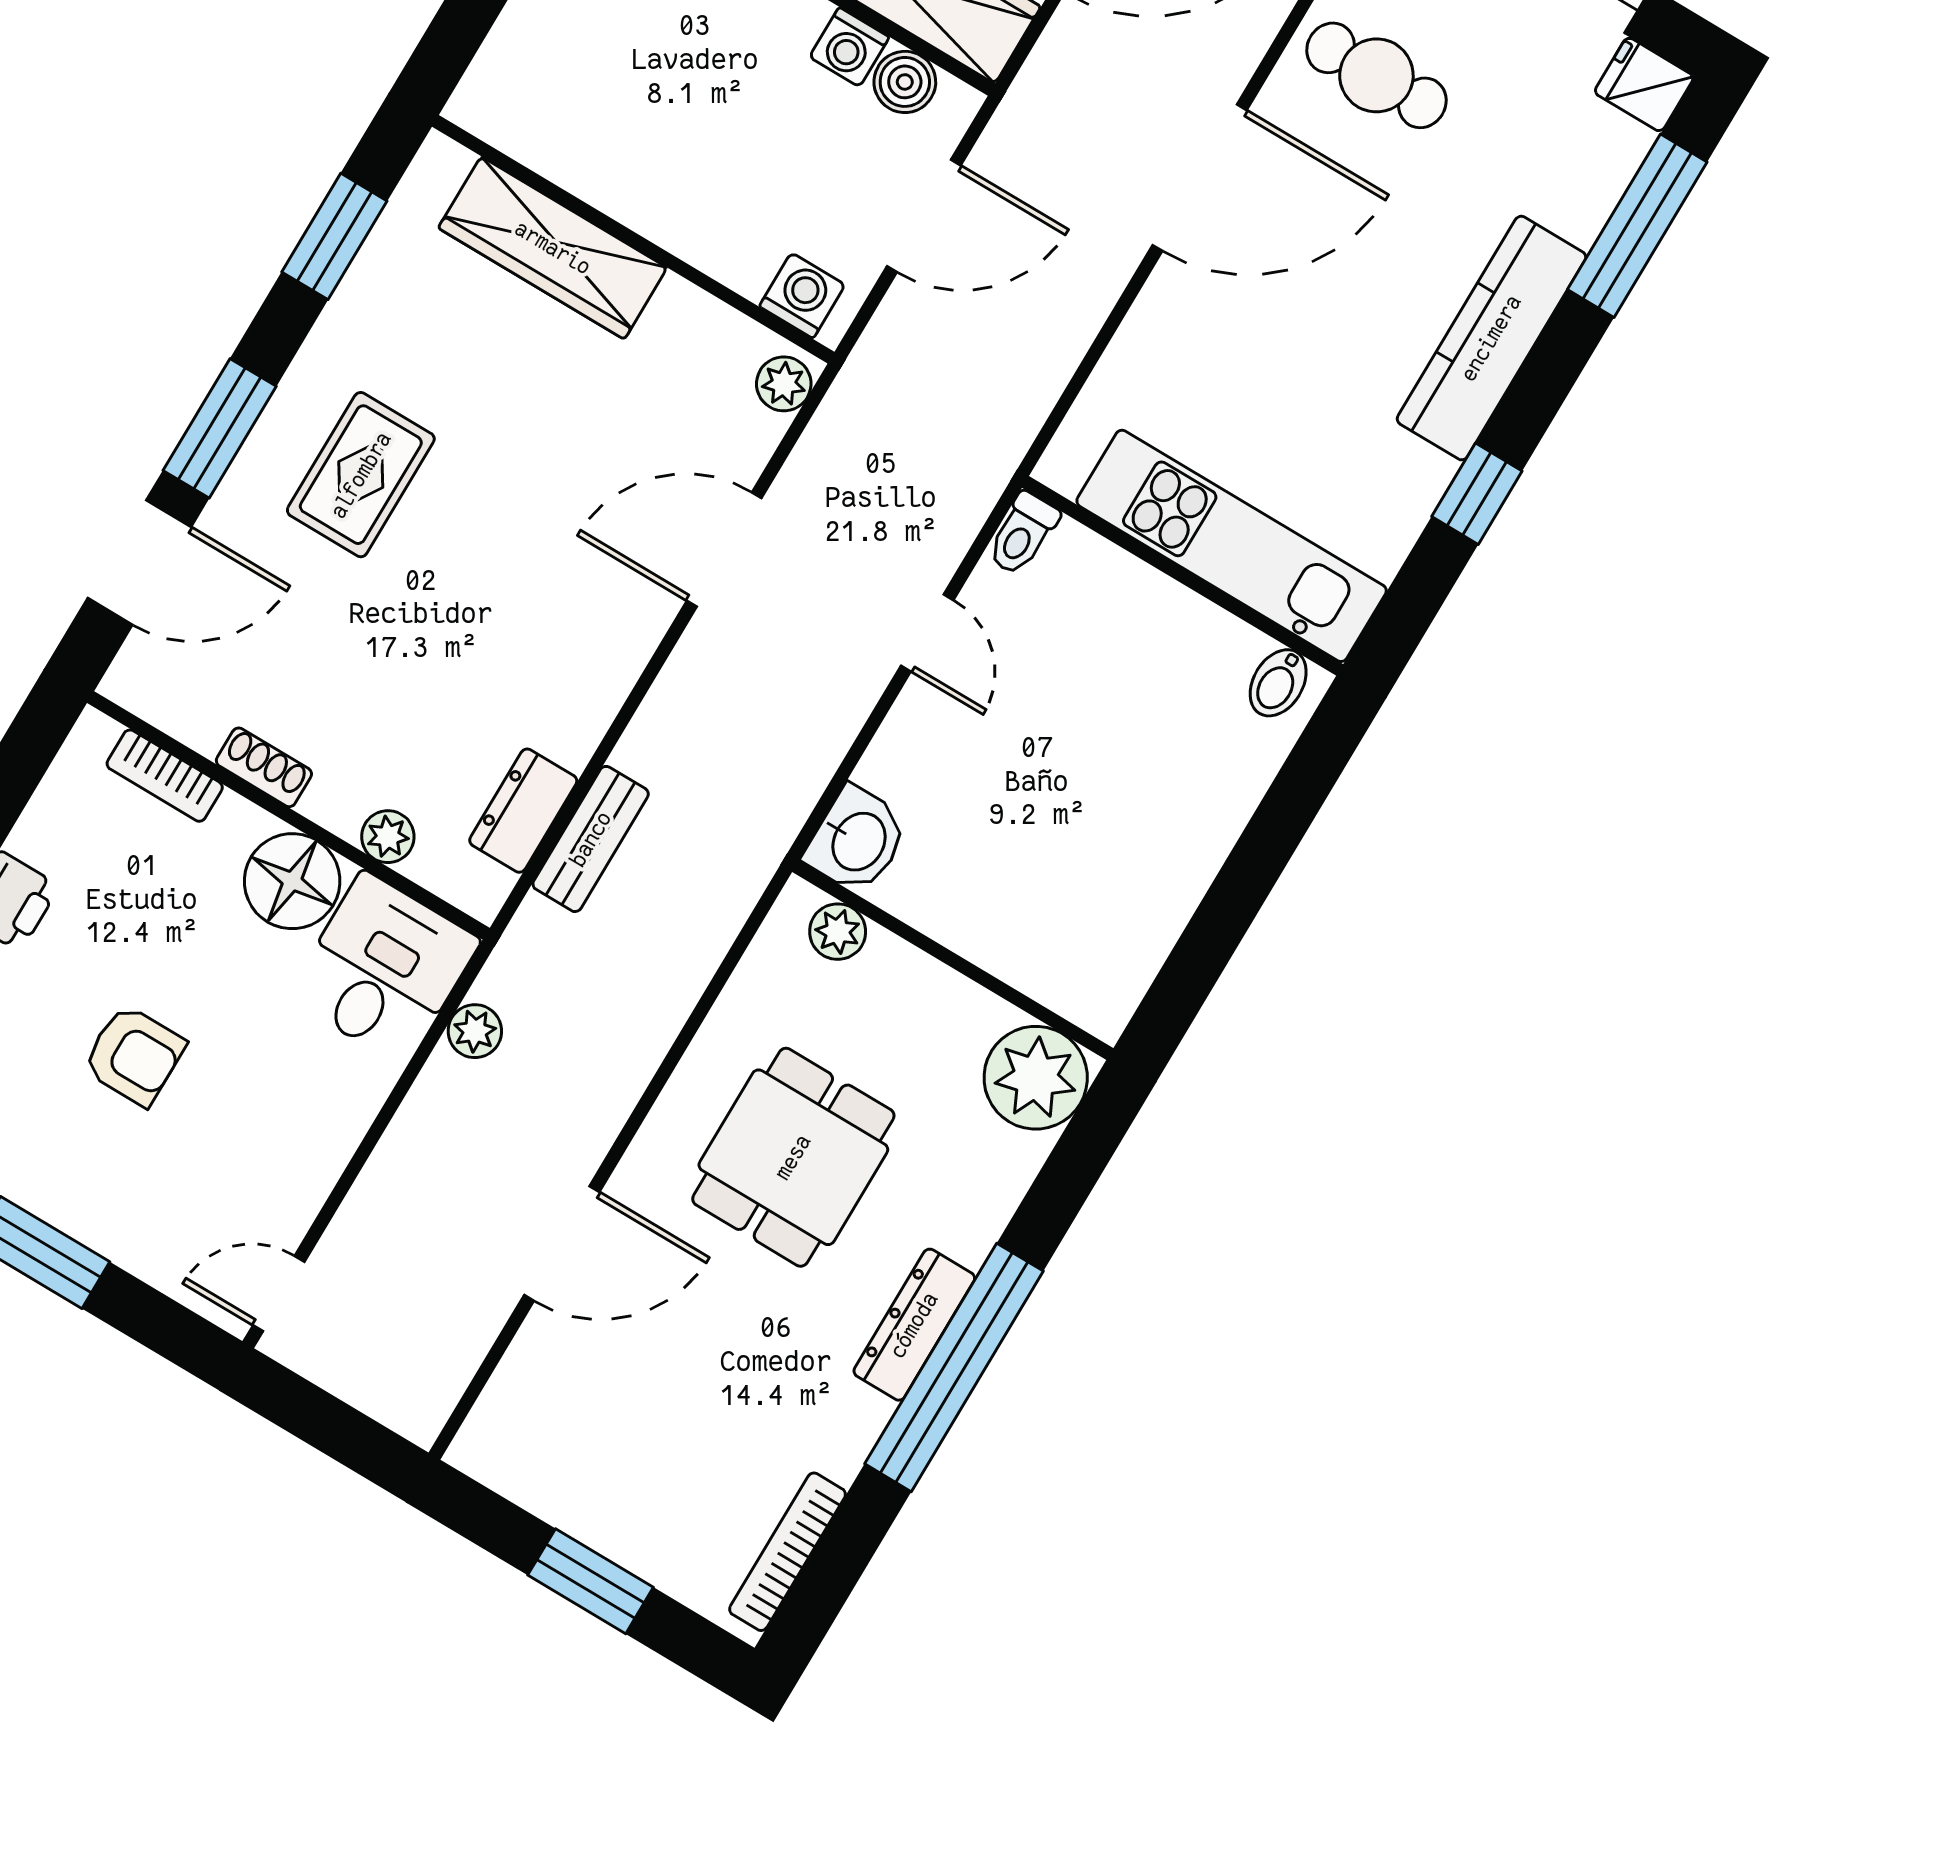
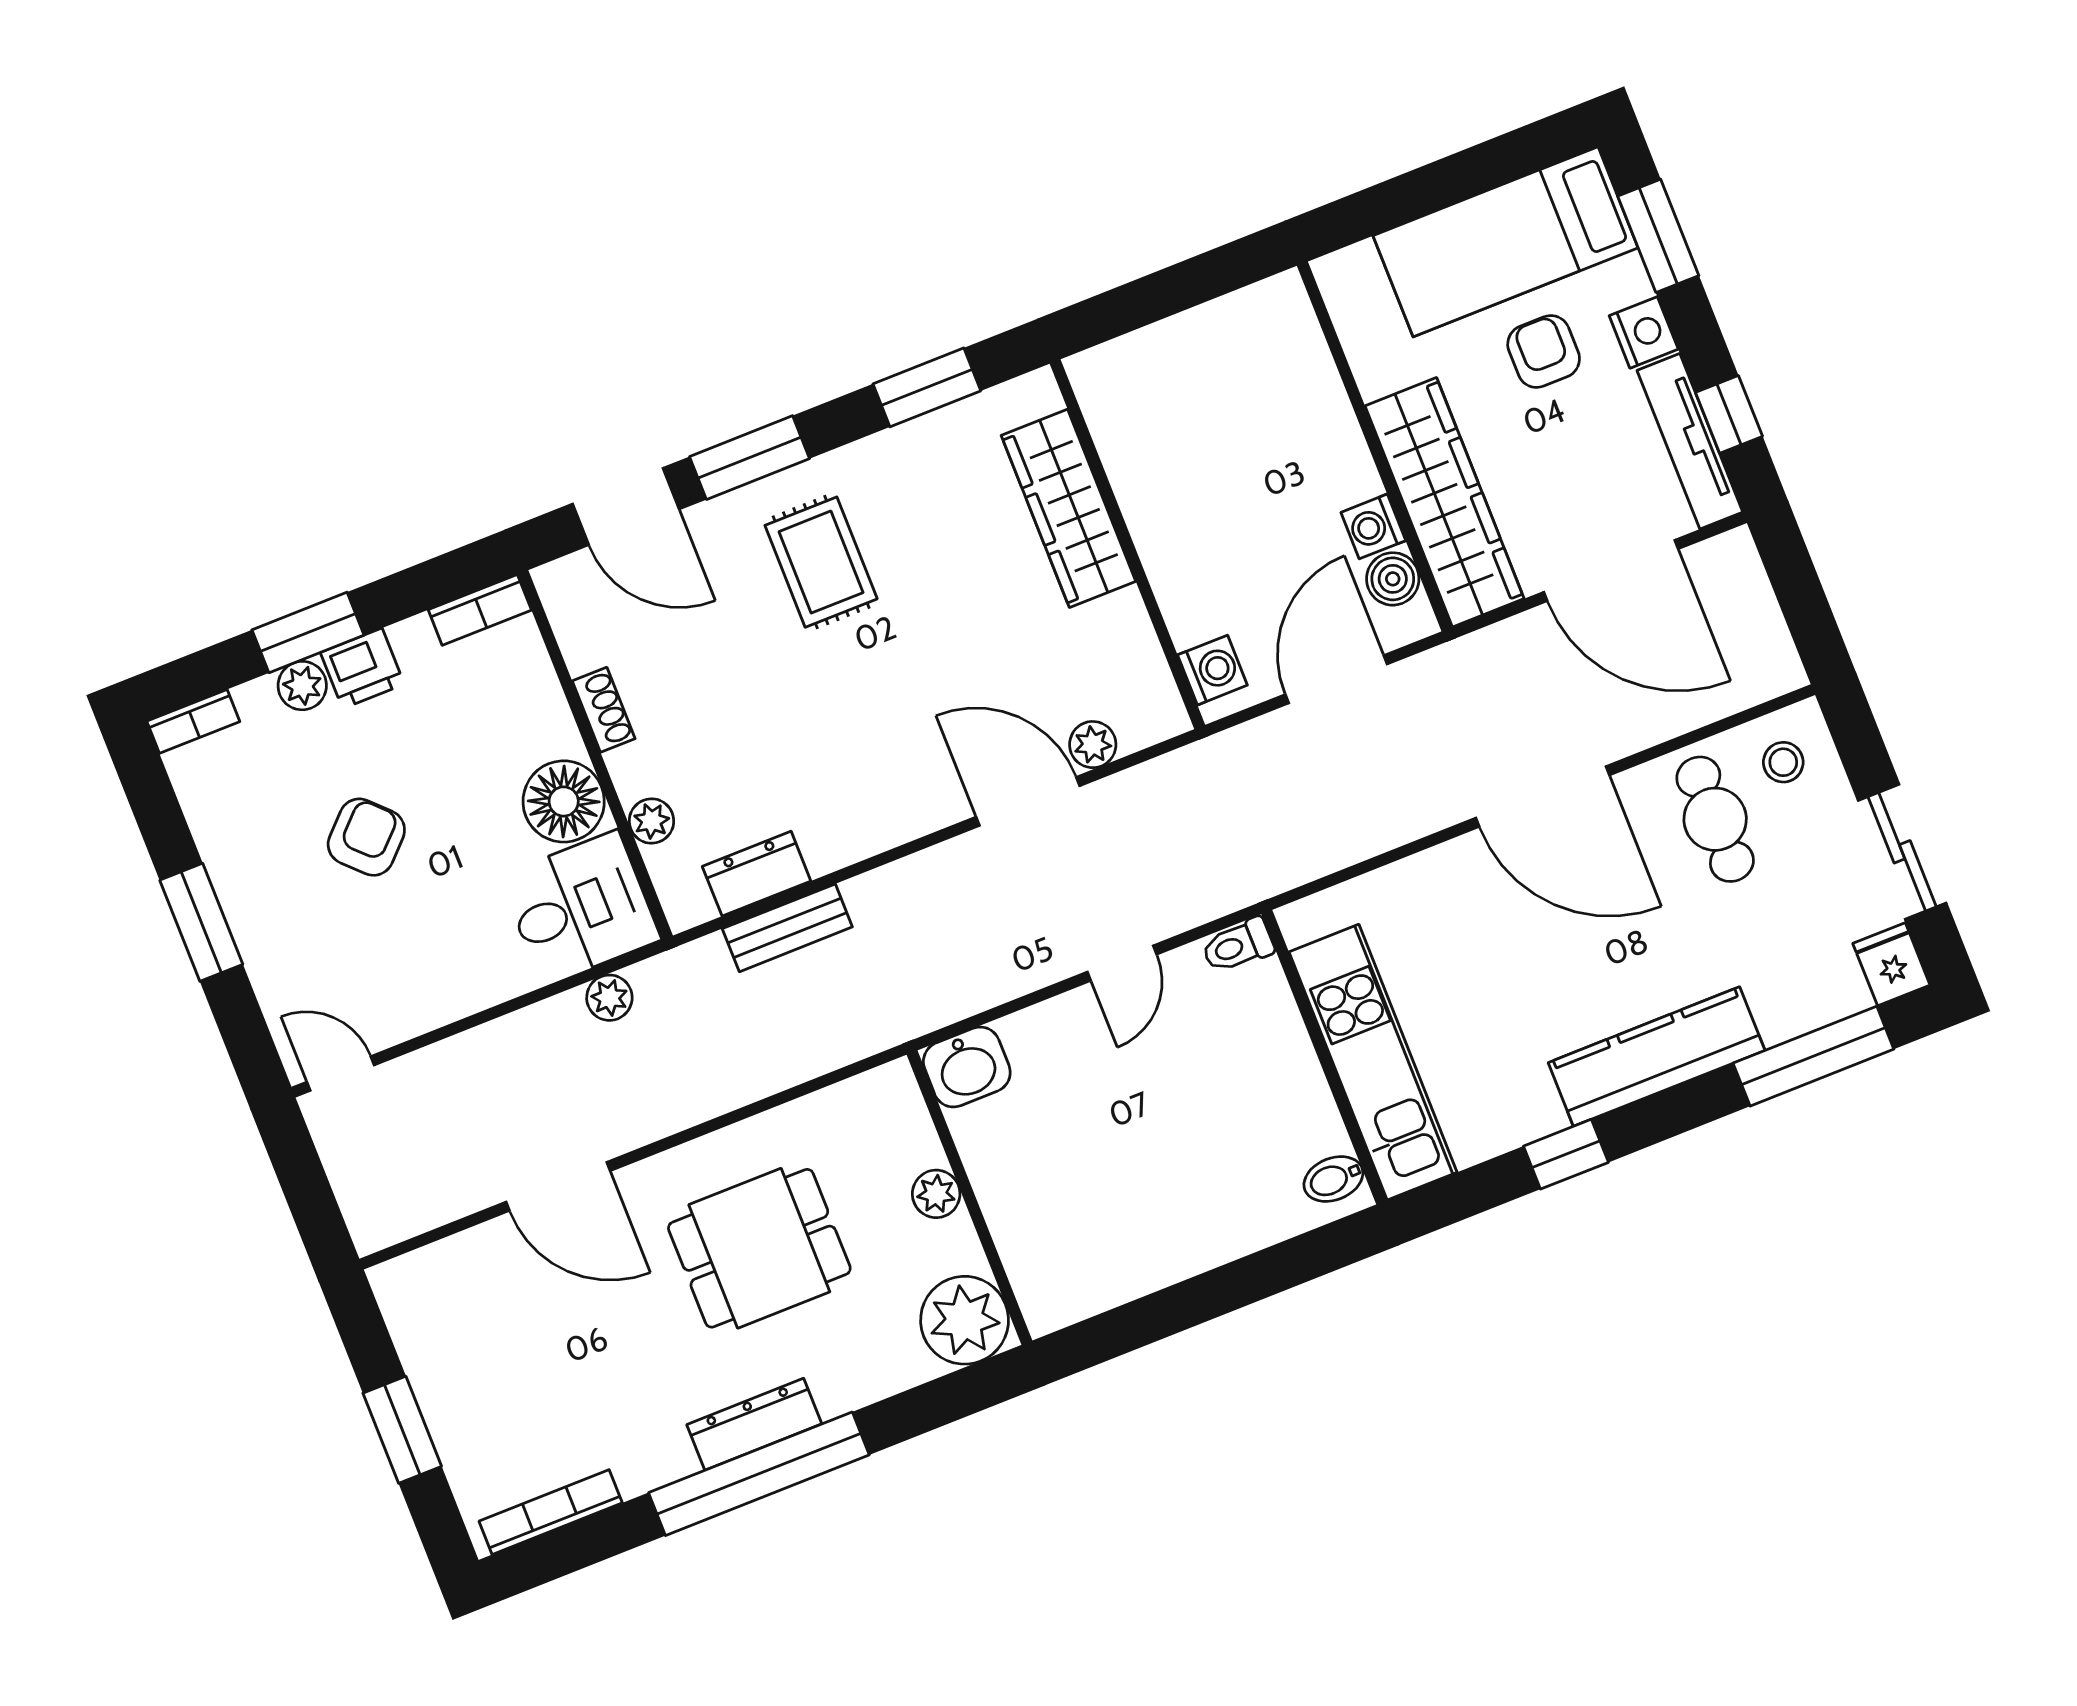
door: (924, 216) -> (1336, 679), swing flipped
plant: (784, 384) -> (1093, 745), moved
rug: (361, 475) -> (821, 562), turned 90
bookcase: (165, 776) -> (480, 610), moved, turned -90
plant: (838, 932) -> (936, 1194), moved
armchair: (134, 1055) -> (366, 837), turned -135

